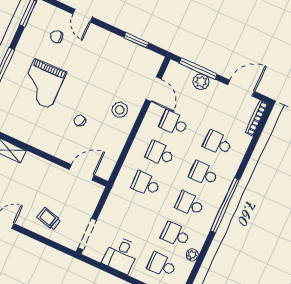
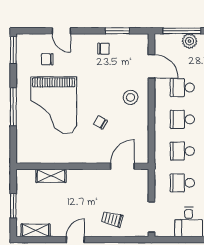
chair: (115, 51) -> (103, 49), added
grand piano: (43, 84) -> (54, 105), width x1.37, depth x1.48
school desk: (132, 215) -> (182, 183), added

